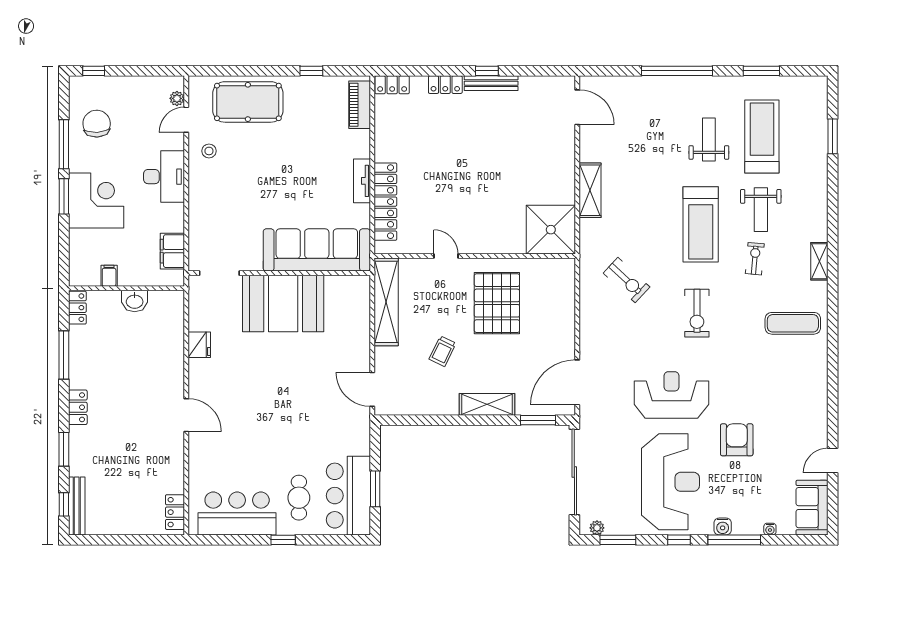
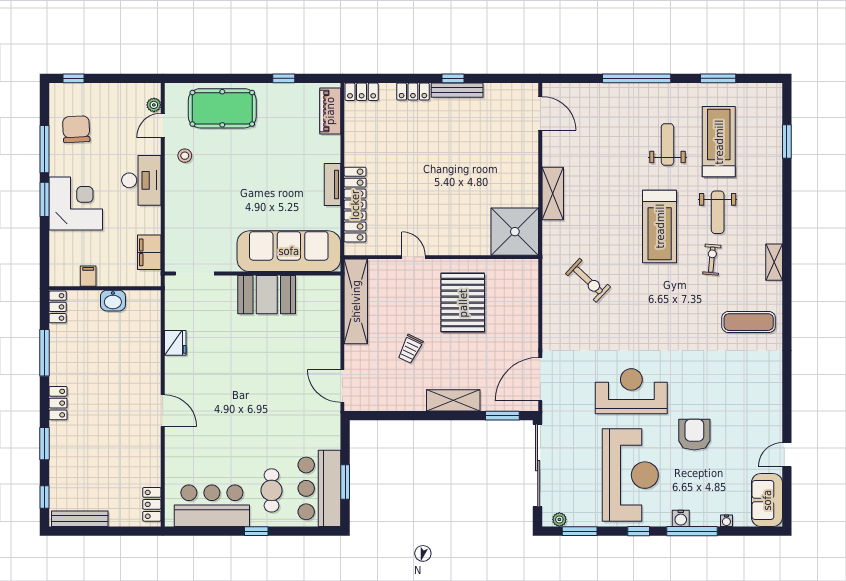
booth: (283, 303) -> (267, 295), width x0.73, depth x0.70
exercise bike: (697, 313) -> (656, 312), removed
bench: (77, 506) -> (80, 519), moved, turned 90

